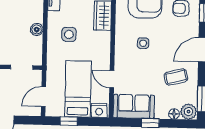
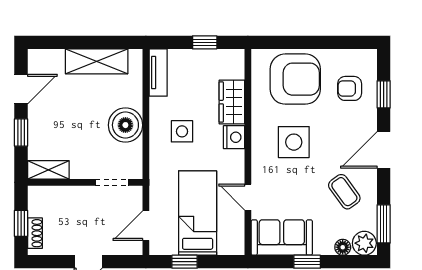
boiler: (37, 29) -> (125, 125), width x1.86, depth x1.86
side table: (143, 43) -> (294, 142), width x1.87, depth x1.87
coffee table: (176, 77) -> (344, 192), turned 68
nightstand: (99, 110) -> (234, 137), moved, turned -90

